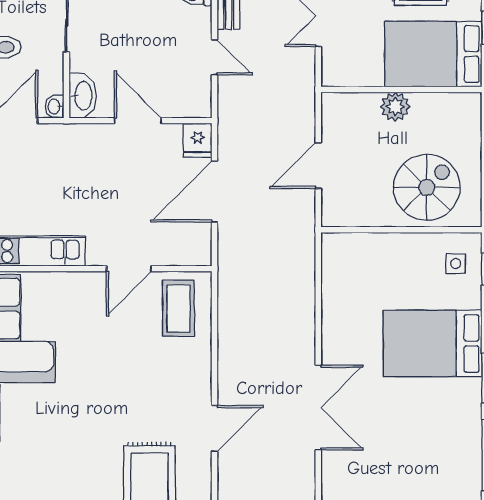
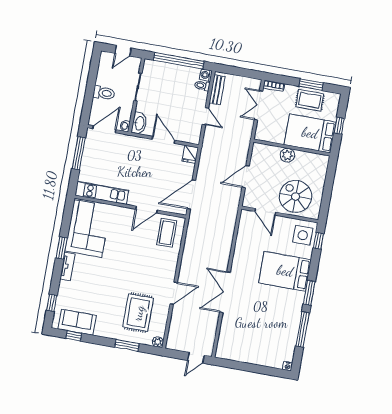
spiral stairs: (427, 187) -> (296, 196), turned -90
door: (214, 192) -> (191, 195), moved
door: (371, 230) -> (265, 212), added
side table: (456, 263) -> (303, 235), width x1.87, depth x1.87
double door: (318, 408) -> (225, 292), swing flipped

